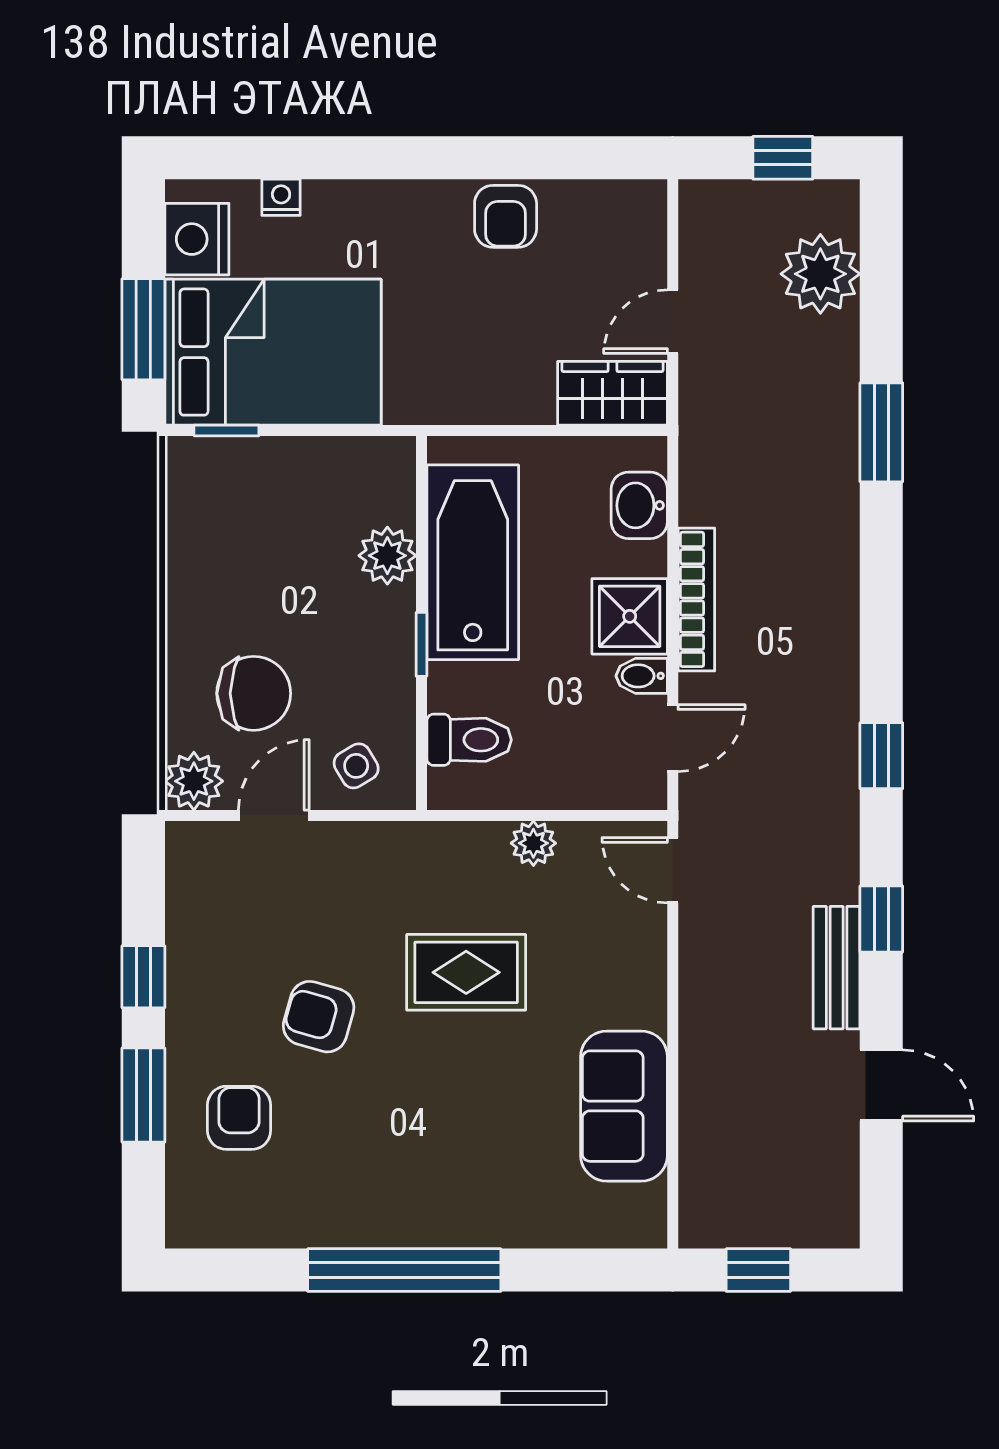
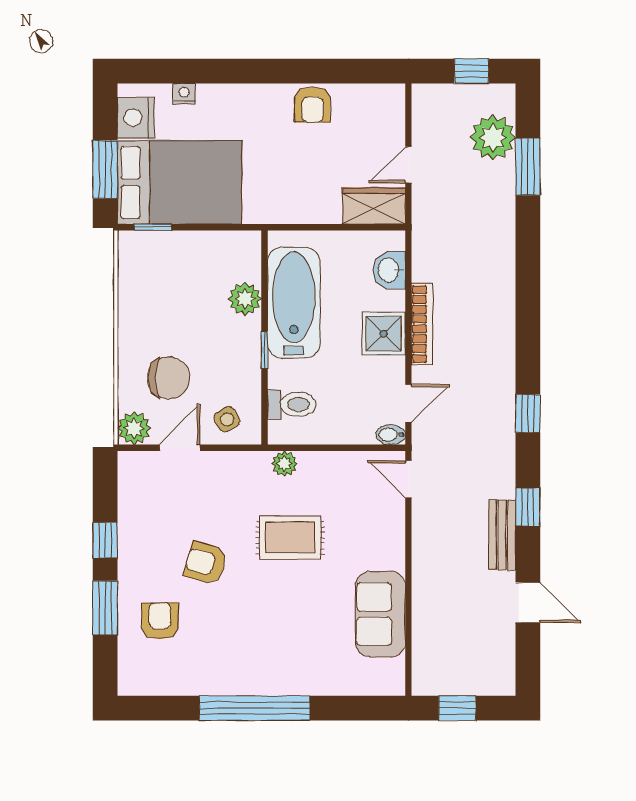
window: (881, 432) -> (528, 167), moved
bidet: (642, 676) -> (391, 435), moved
plant: (533, 843) -> (284, 464), moved

